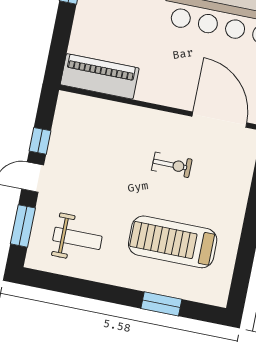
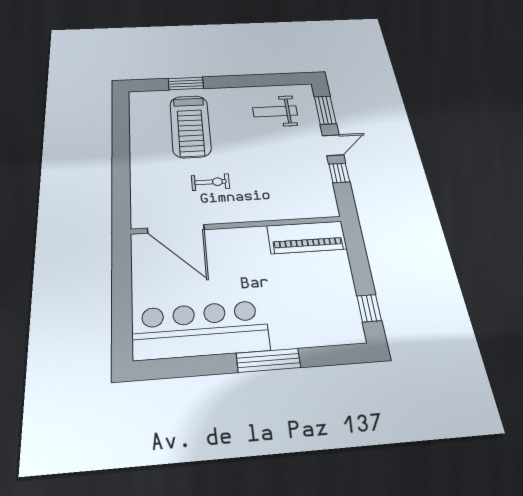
exercise bike: (172, 165) -> (210, 182), turned 180
treadmill: (173, 242) -> (190, 126), turned 90

